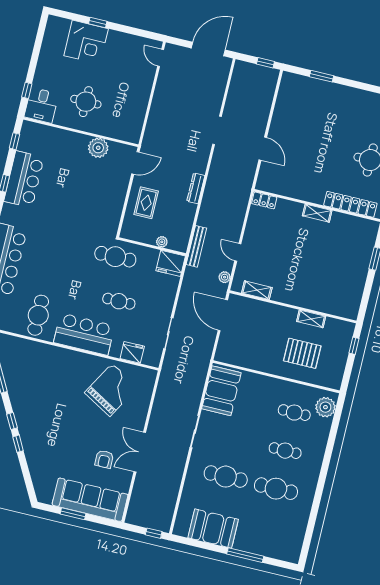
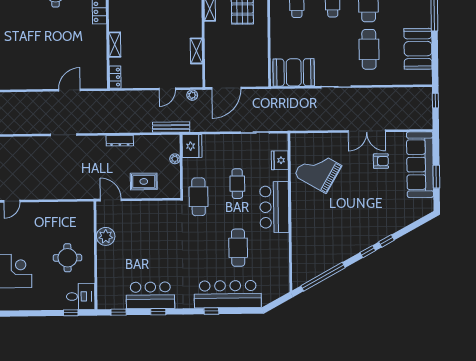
shelving: (317, 213) -> (115, 45), moved
shelving: (257, 290) -> (196, 51), moved
cafe table: (38, 315) -> (238, 248), moved, turned 90

